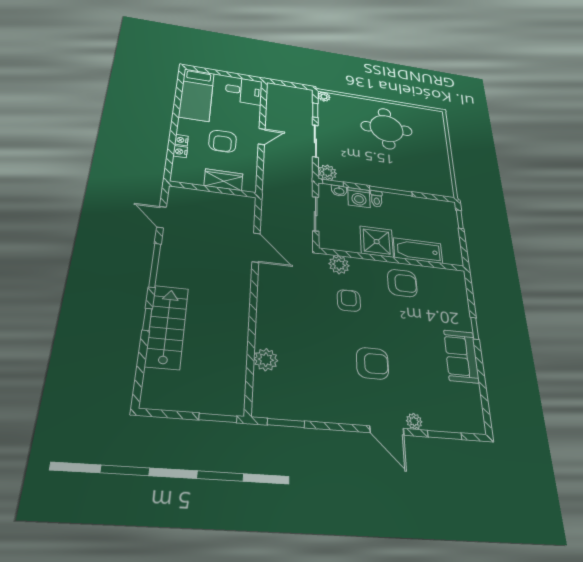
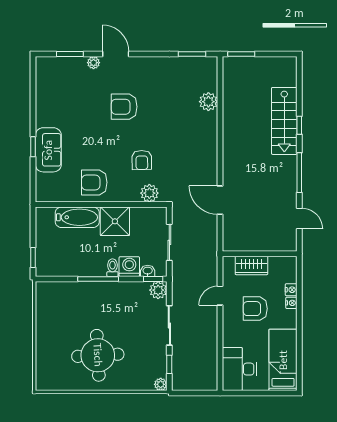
desk: (244, 91) -> (239, 369), width x1.37
door: (262, 137) -> (220, 296), moved
armchair: (223, 141) -> (255, 309), turned -90
sofa: (461, 356) -> (48, 150), moved

